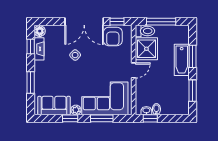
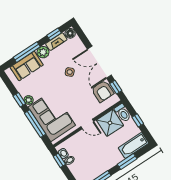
window: (161, 22) -> (138, 120), width x0.46
armchair: (113, 36) -> (103, 91), turned -90
bathtub: (182, 60) -> (133, 145), moved
plant: (41, 68) -> (43, 52), added
window: (31, 82) -> (27, 52), width x1.44
sofa: (54, 106) -> (27, 66), moved, turned 90
window: (102, 118) -> (35, 124), width x1.44

